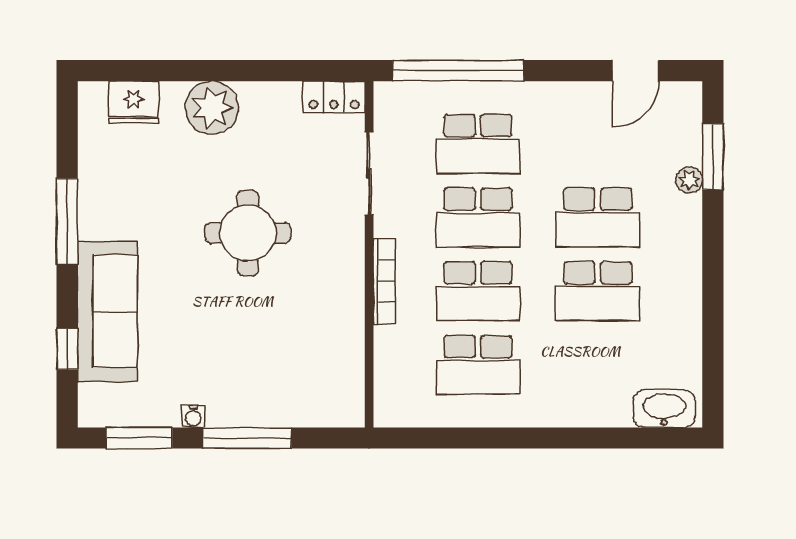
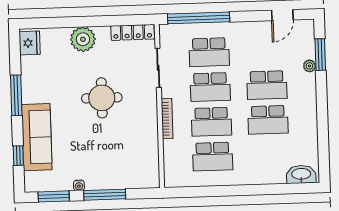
locker: (334, 97) -> (133, 32), width x1.53
fridge: (134, 102) -> (30, 43), moved, turned -90

